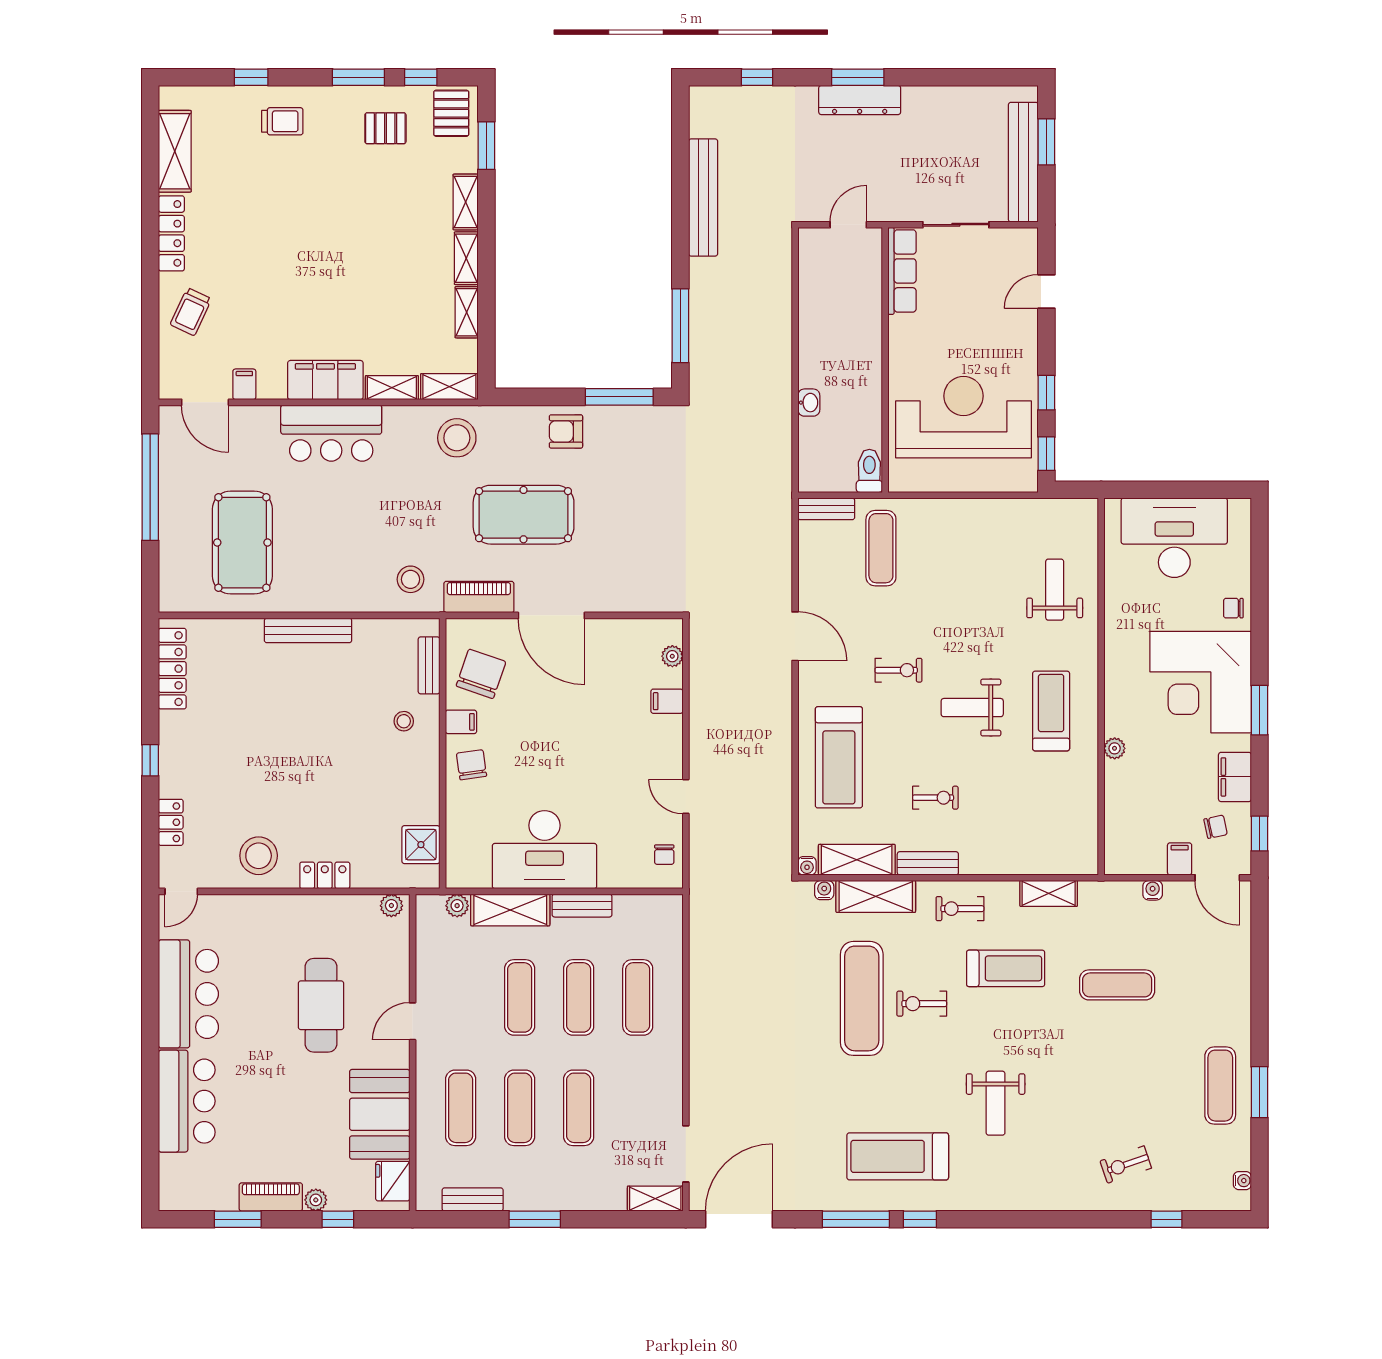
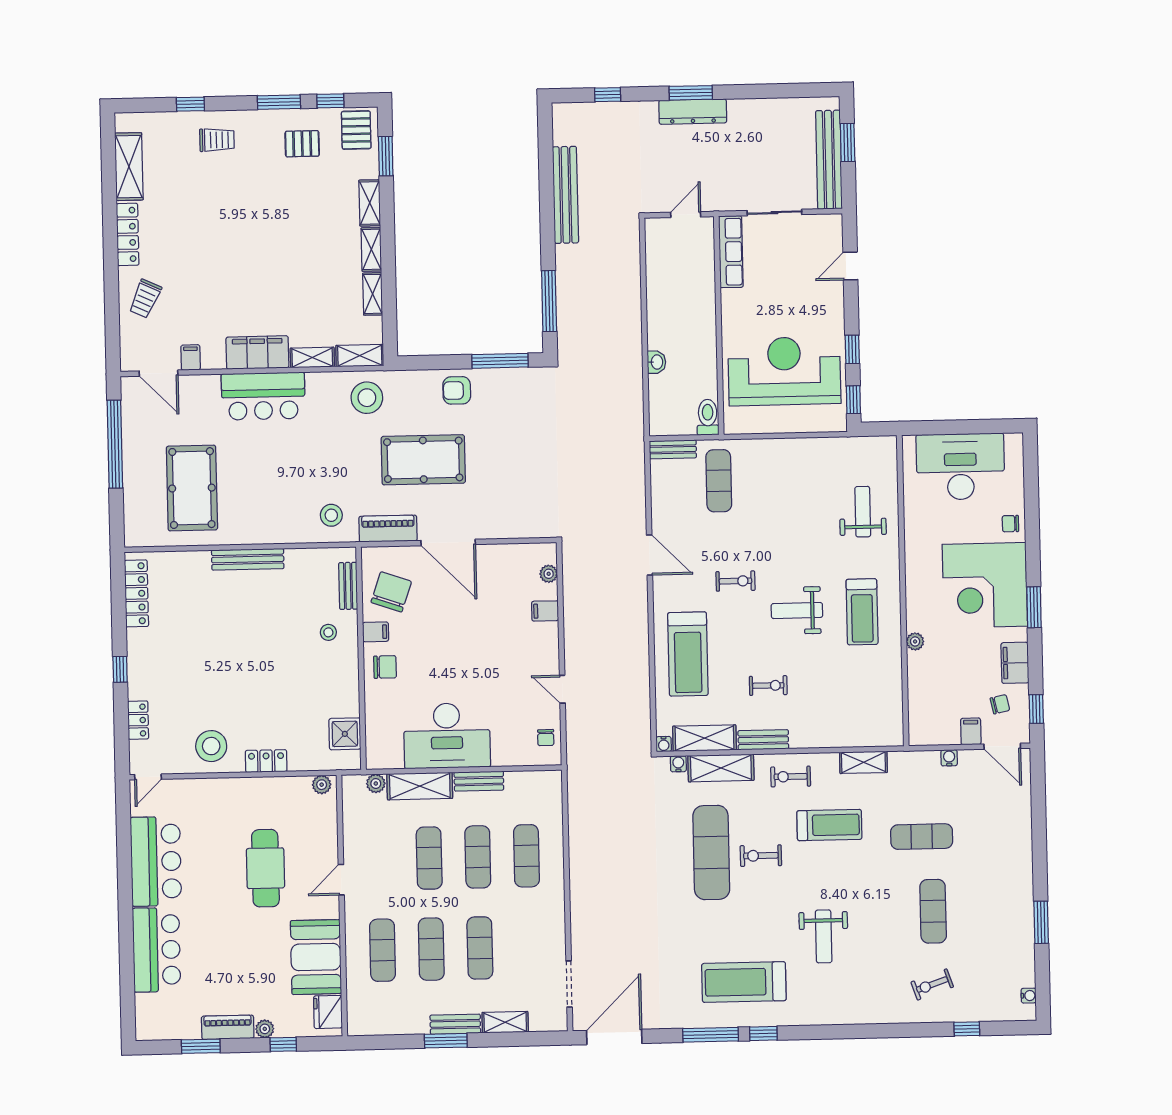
treadmill: (1051, 711) -> (862, 612), turned 180
chair: (471, 765) -> (385, 667), turned 98
exercise mat: (1220, 1086) -> (933, 911), moved
bench: (473, 1199) -> (455, 1024), moved
shelving: (655, 1199) -> (505, 1022), moved

